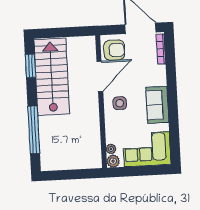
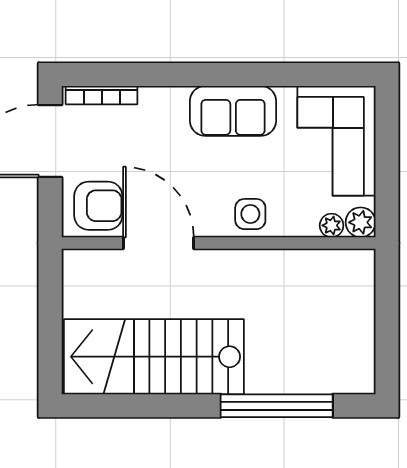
armchair: (114, 50) -> (98, 206), turned 90
window: (30, 66) -> (125, 406), removed
side table: (120, 103) -> (250, 214), moved

